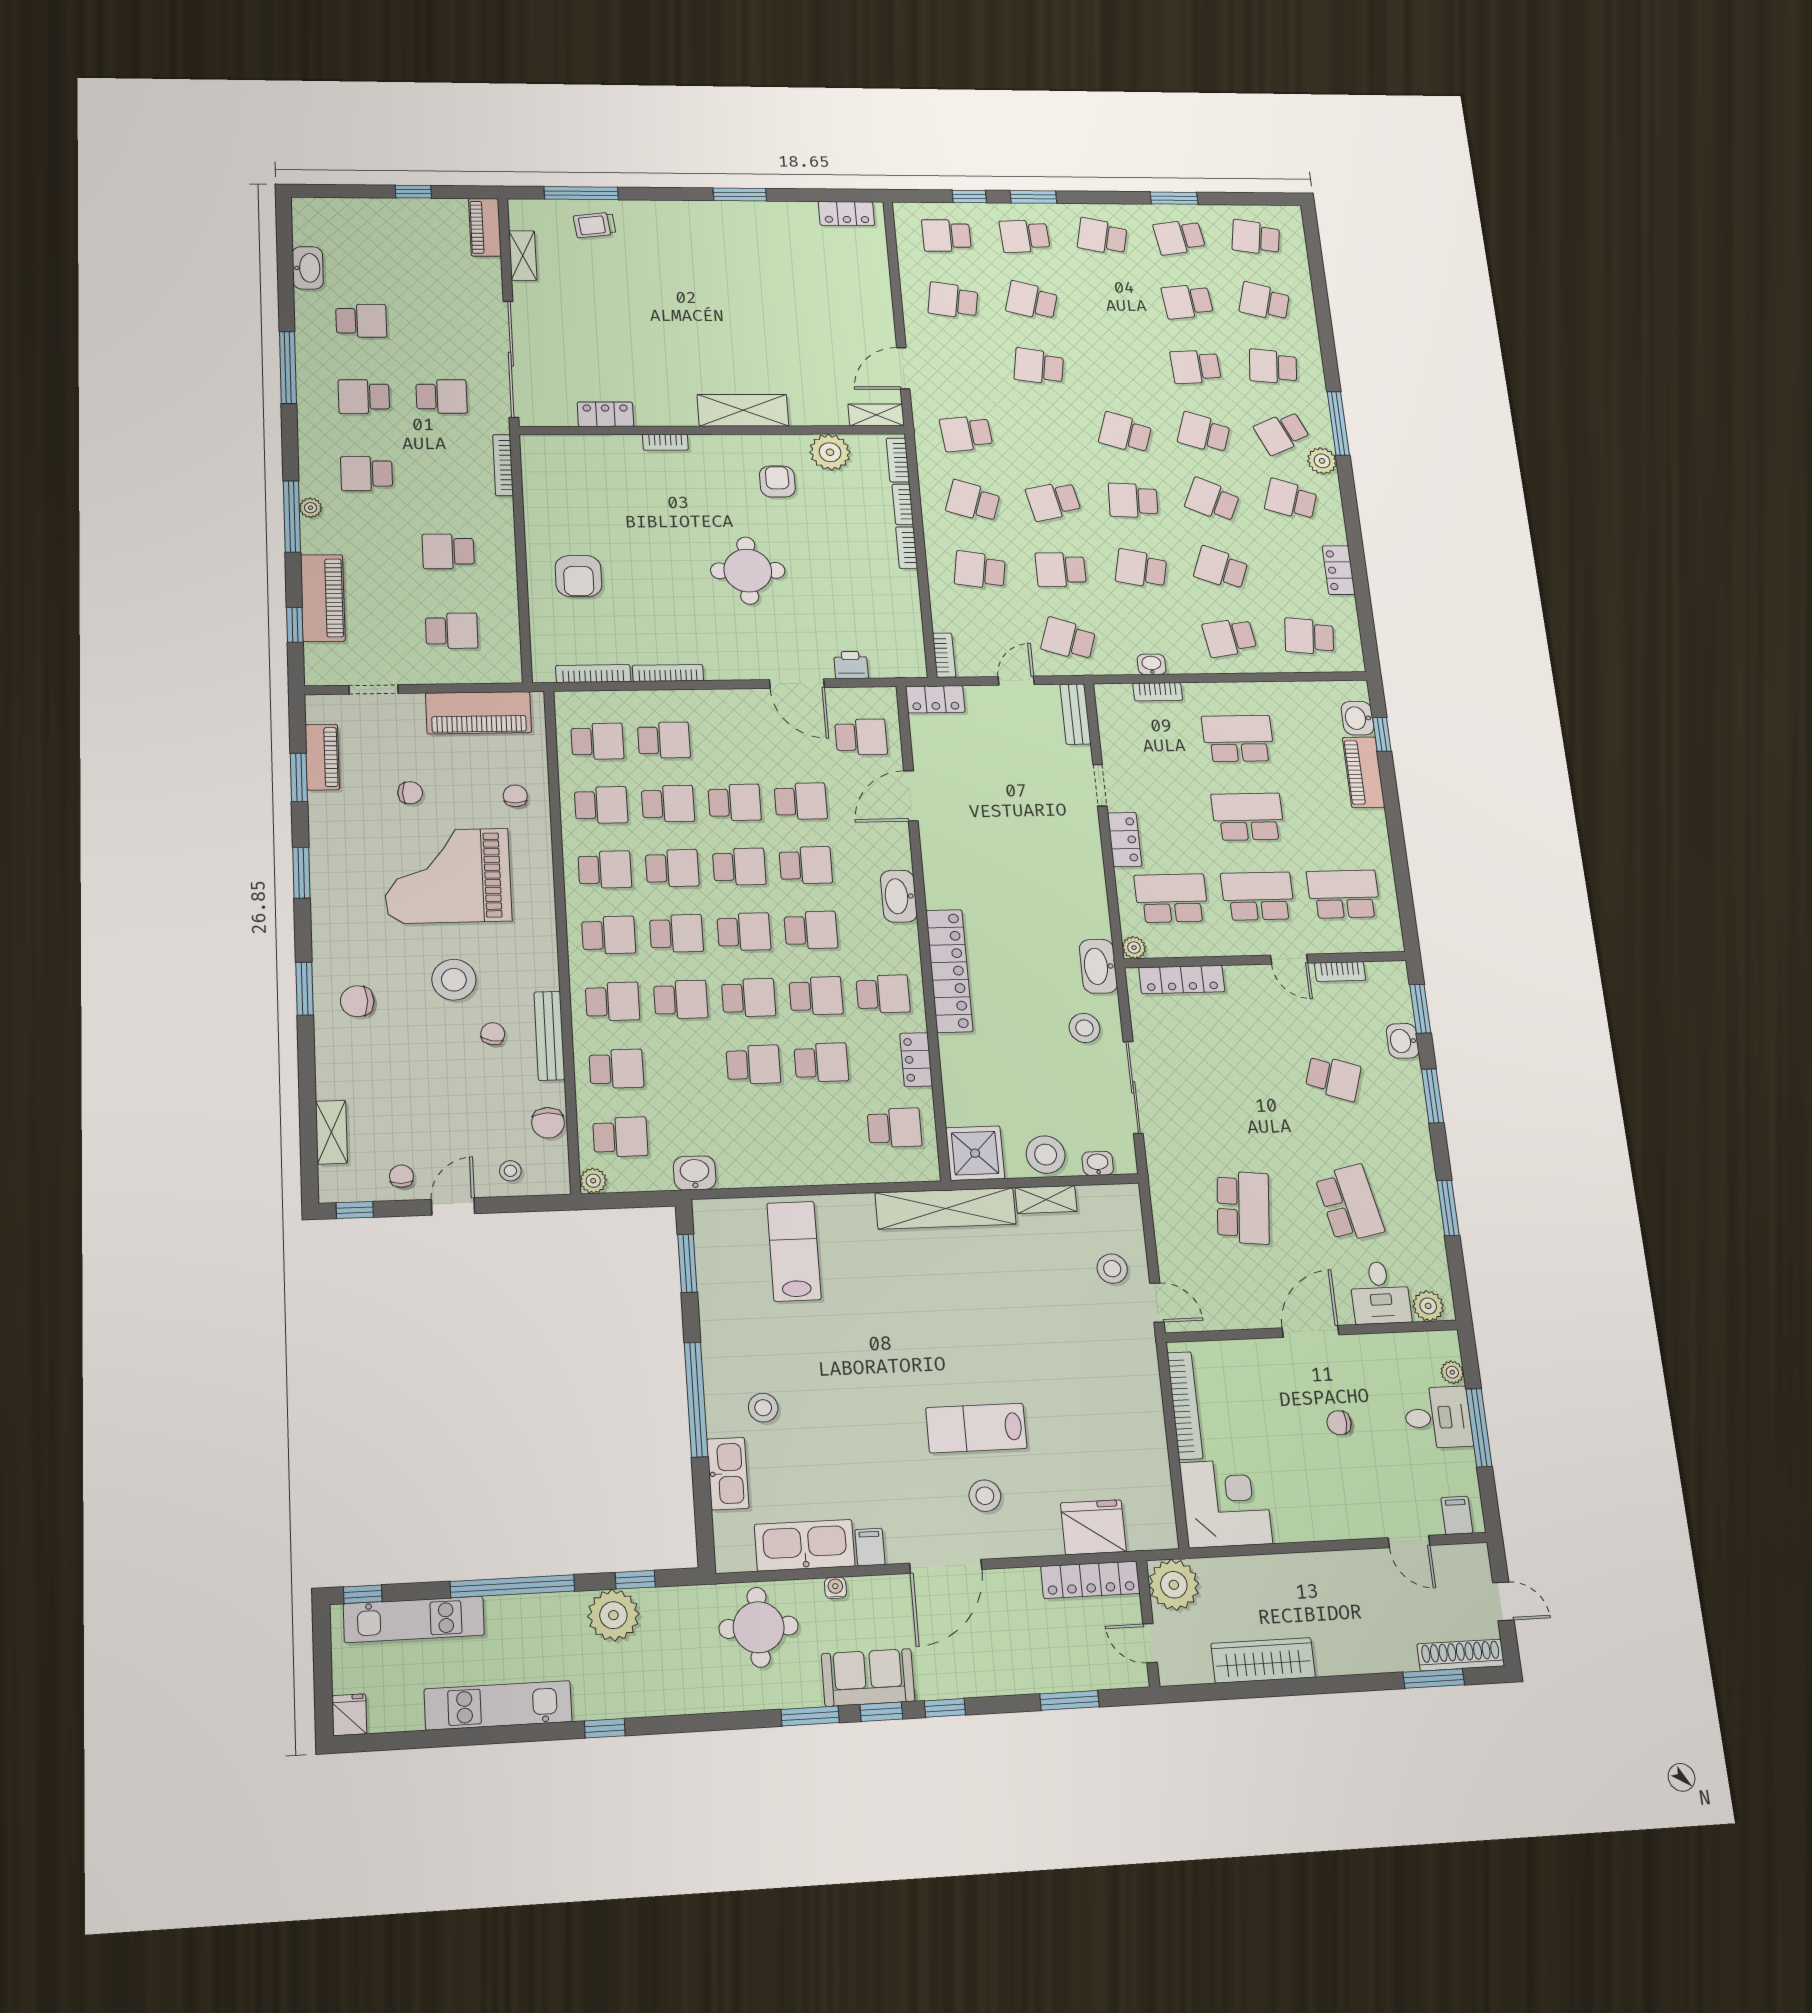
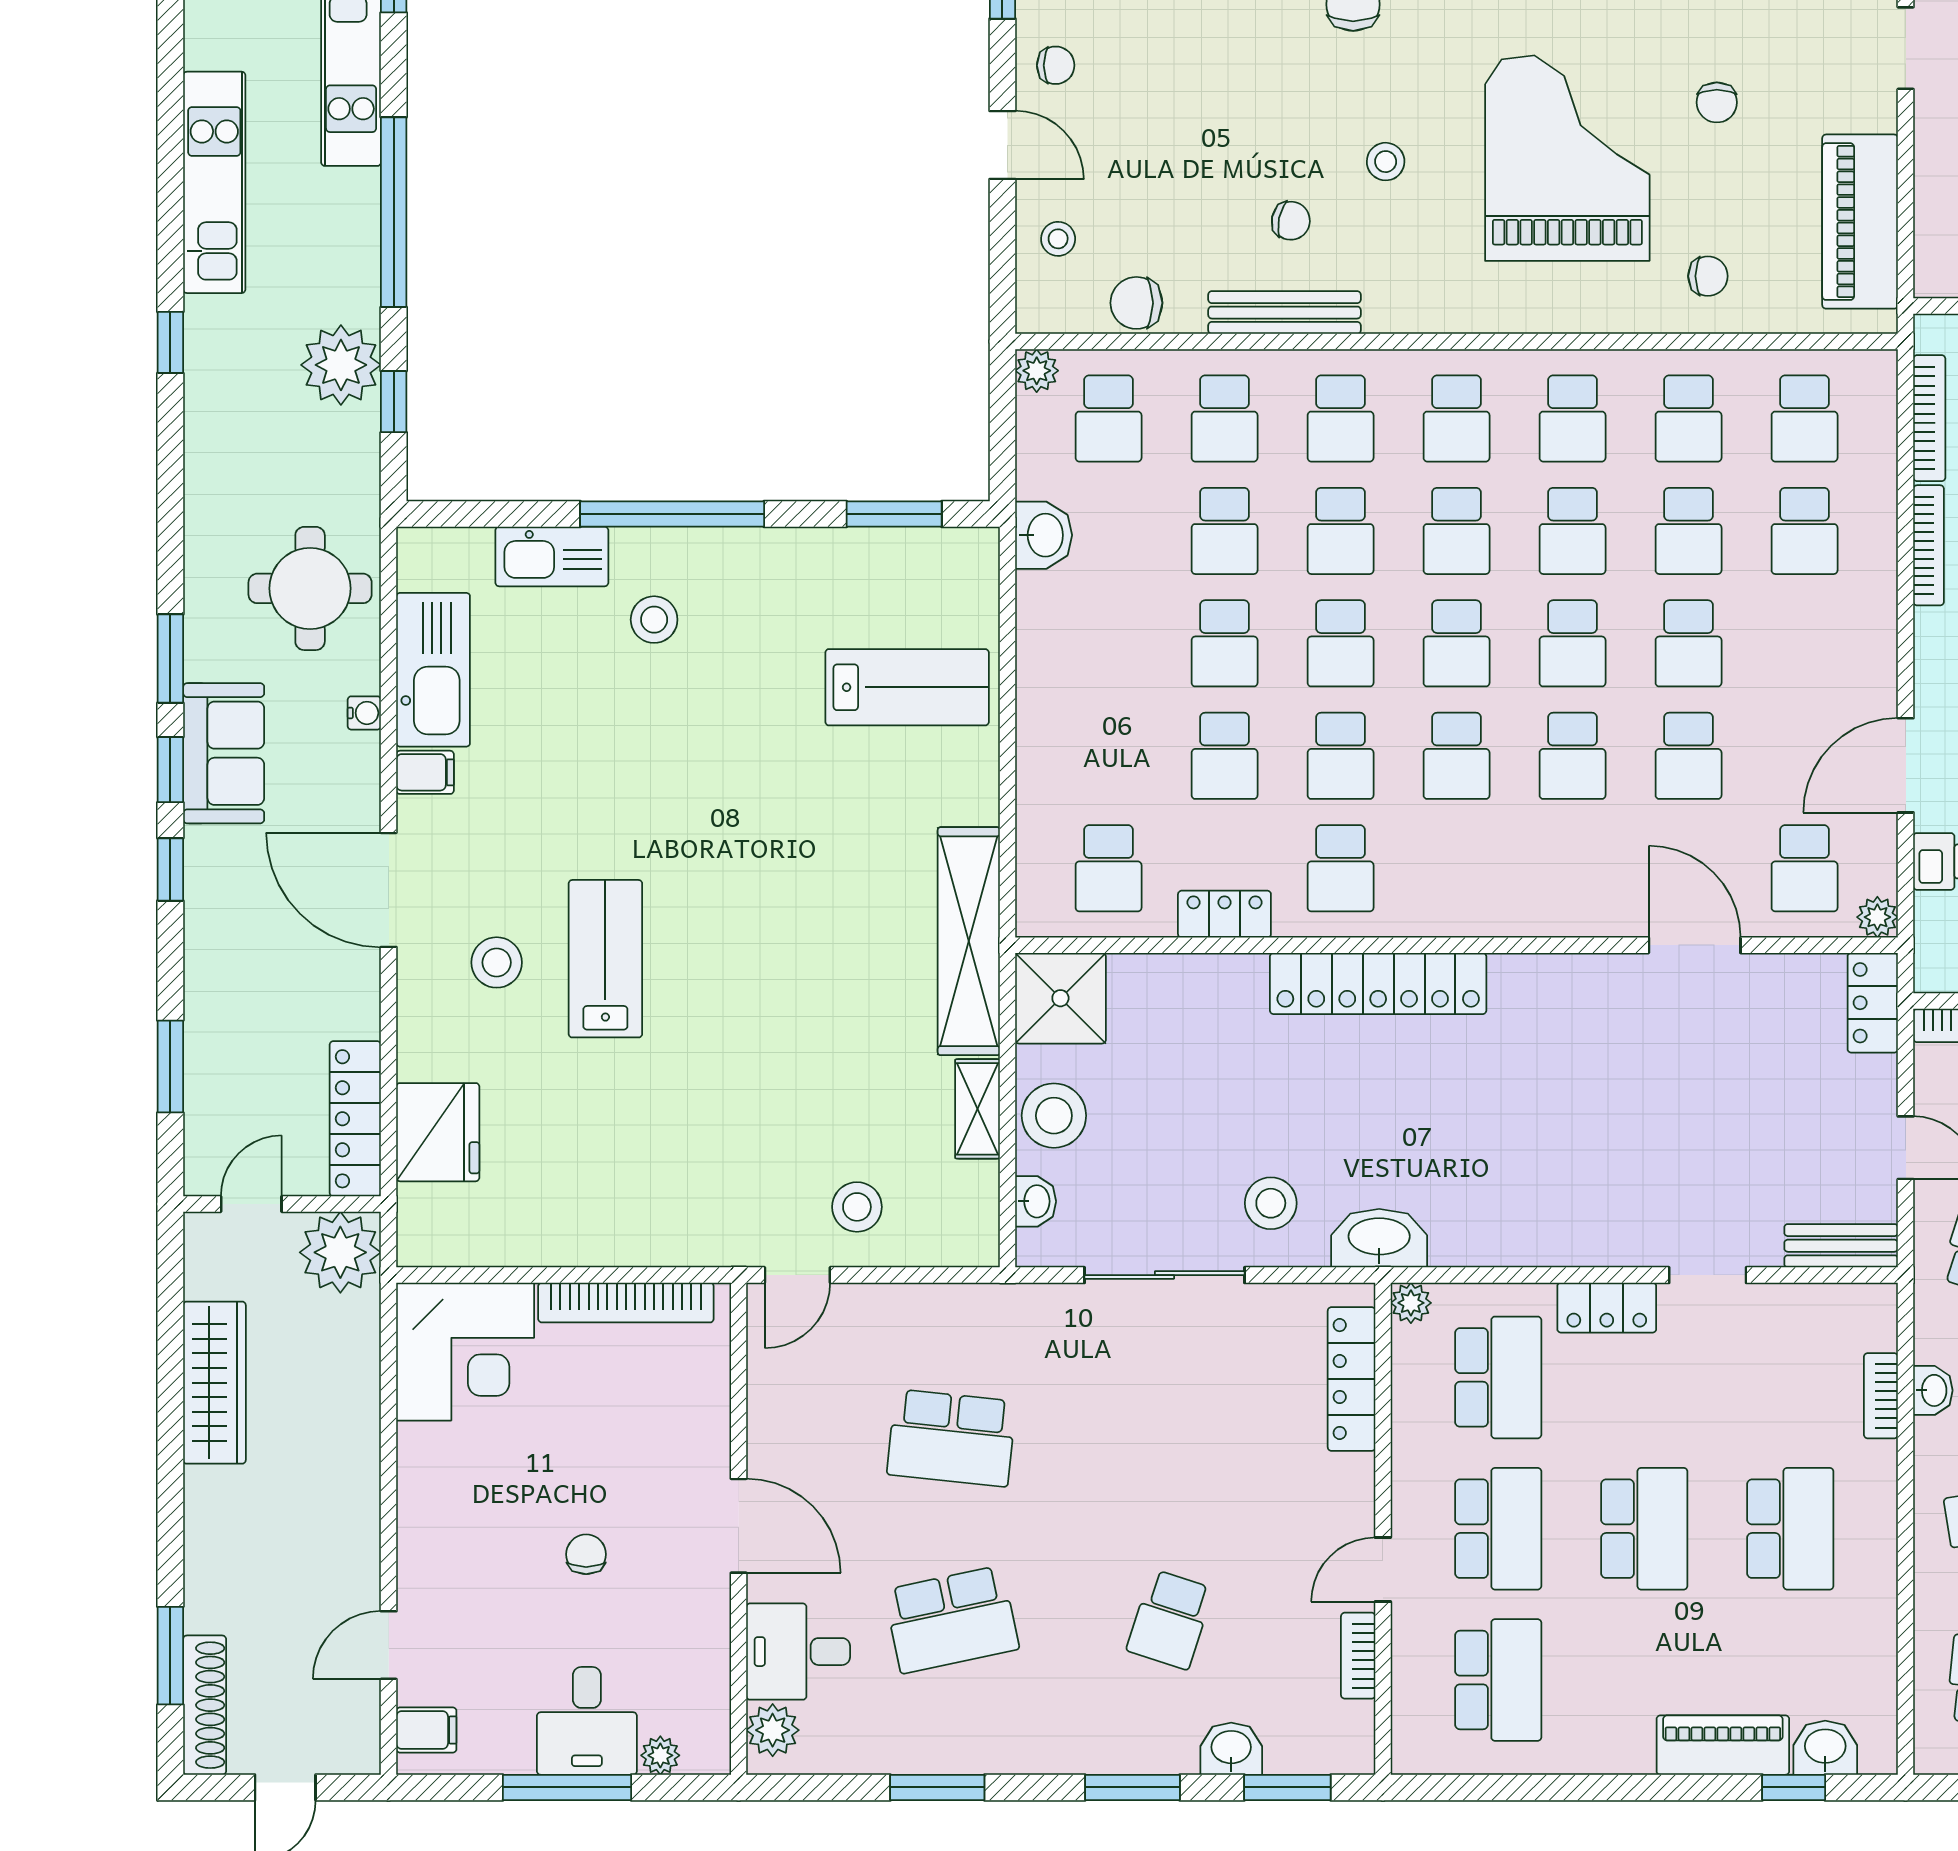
plant: (886, 697) -> (1877, 917), added
washbasin: (899, 896) -> (1513, 909), removed
stool: (454, 980) -> (1386, 162), width x0.53, depth x0.53
school desk: (685, 1067) -> (1225, 531), added

